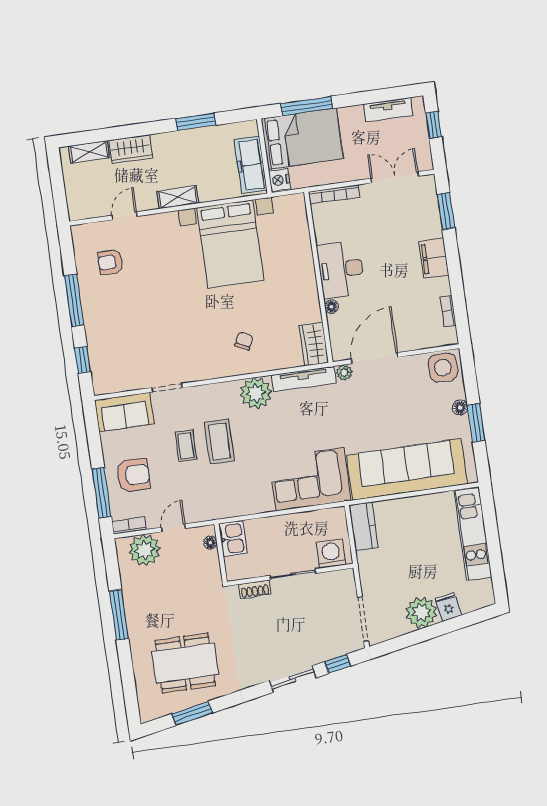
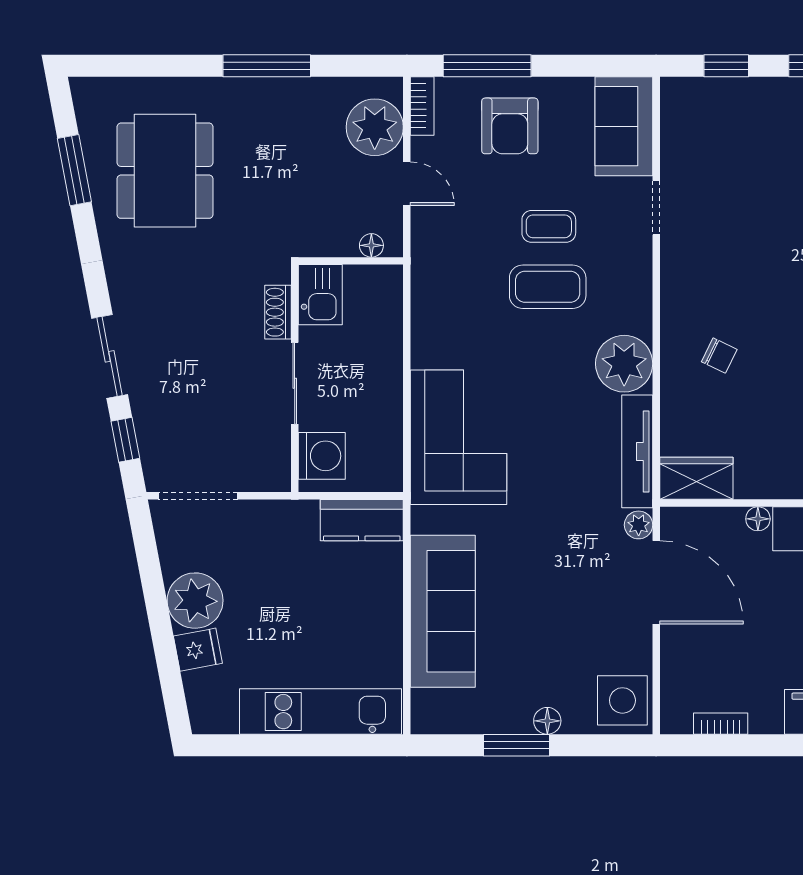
sofa: (407, 469) -> (443, 611), width x0.74, depth x0.79
kitchen sink: (233, 539) -> (320, 295), moved, turned -90

